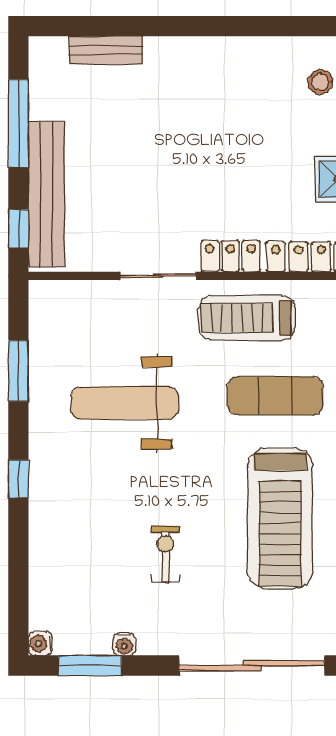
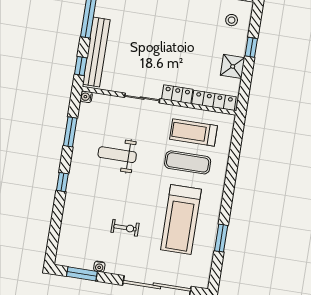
treadmill: (247, 318) -> (193, 132), moved
weight bench: (125, 403) -> (117, 155), width x0.73, depth x0.75
exercise bike: (165, 554) -> (125, 228), turned 90
water cooler: (40, 644) -> (86, 97), moved

